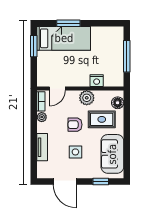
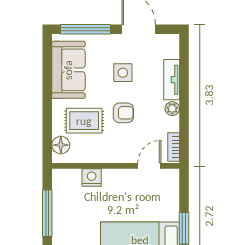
plant: (87, 98) -> (106, 152), removed
plant: (42, 117) -> (172, 109), moved
window: (101, 182) -> (85, 29), width x2.17

